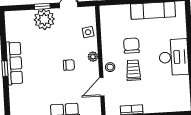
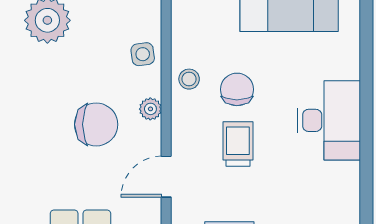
chair: (69, 65) -> (96, 124), width x1.87, depth x1.87
stool: (110, 67) -> (189, 79), moved

